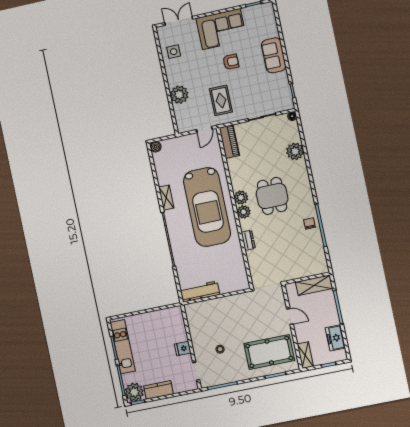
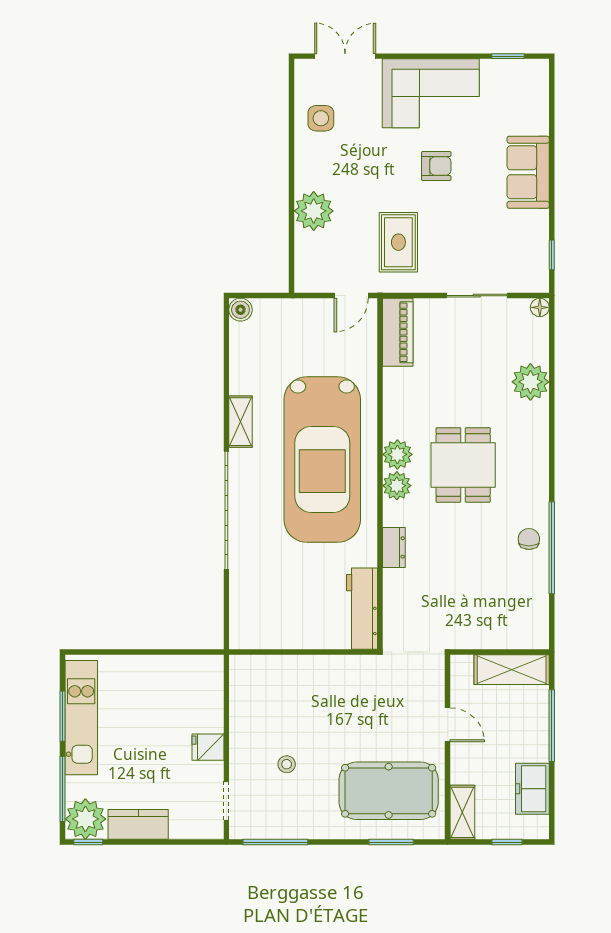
workbench: (200, 292) -> (362, 609), moved, turned -90

